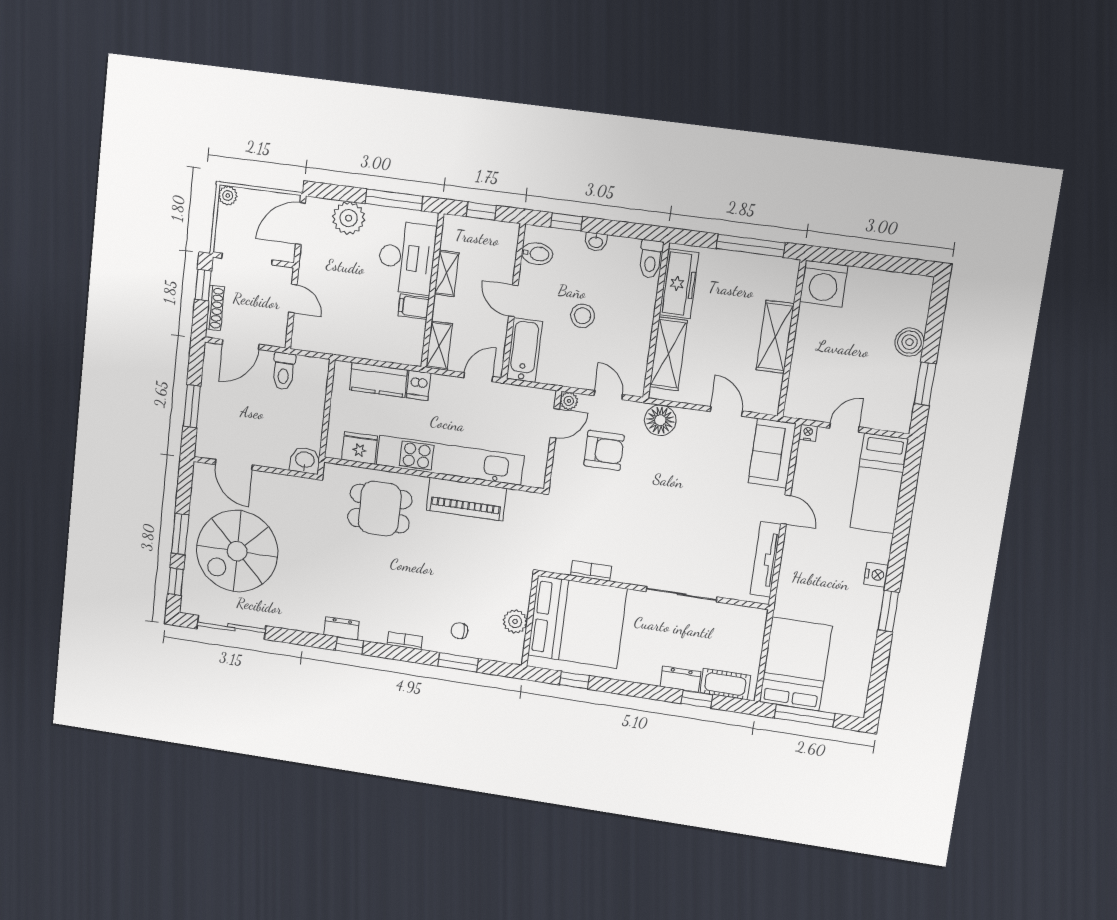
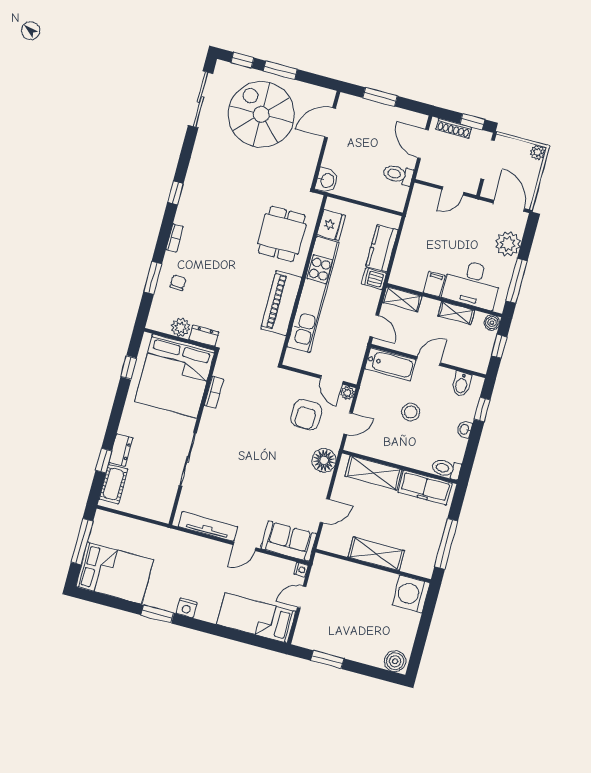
boiler: (452, 225) -> (492, 323), added
boiler: (910, 342) -> (395, 661), moved
door: (844, 428) -> (302, 597), swing flipped
dresser: (342, 628) -> (204, 336), moved, turned -90
bed: (796, 664) -> (115, 573), moved

